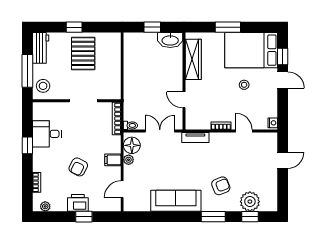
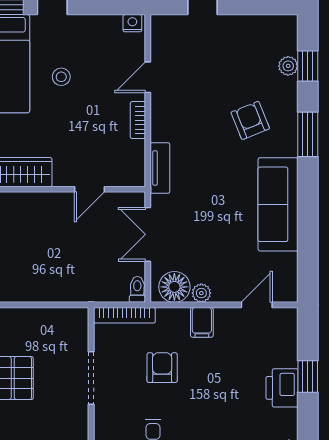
armchair: (78, 167) -> (162, 368), moved, turned -117
door: (122, 189) -> (257, 305), swing flipped
plant: (250, 202) -> (288, 66), width x0.53, depth x0.53

